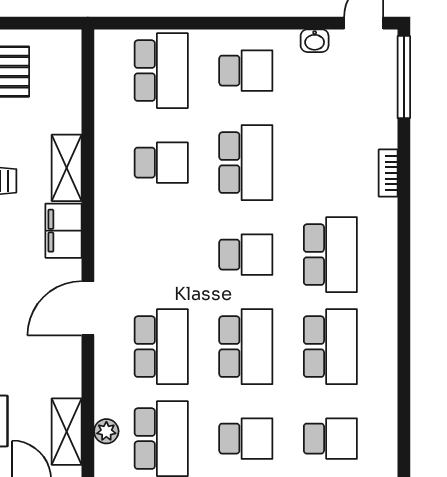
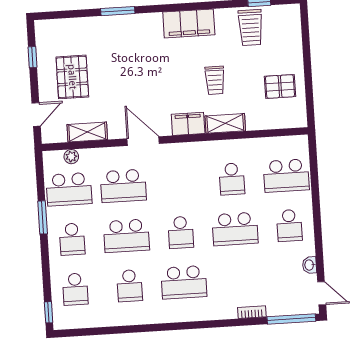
bookcase: (388, 173) -> (252, 312), moved
school desk: (330, 347) -> (130, 286), width x0.54
shelving: (67, 432) -> (87, 132), moved

